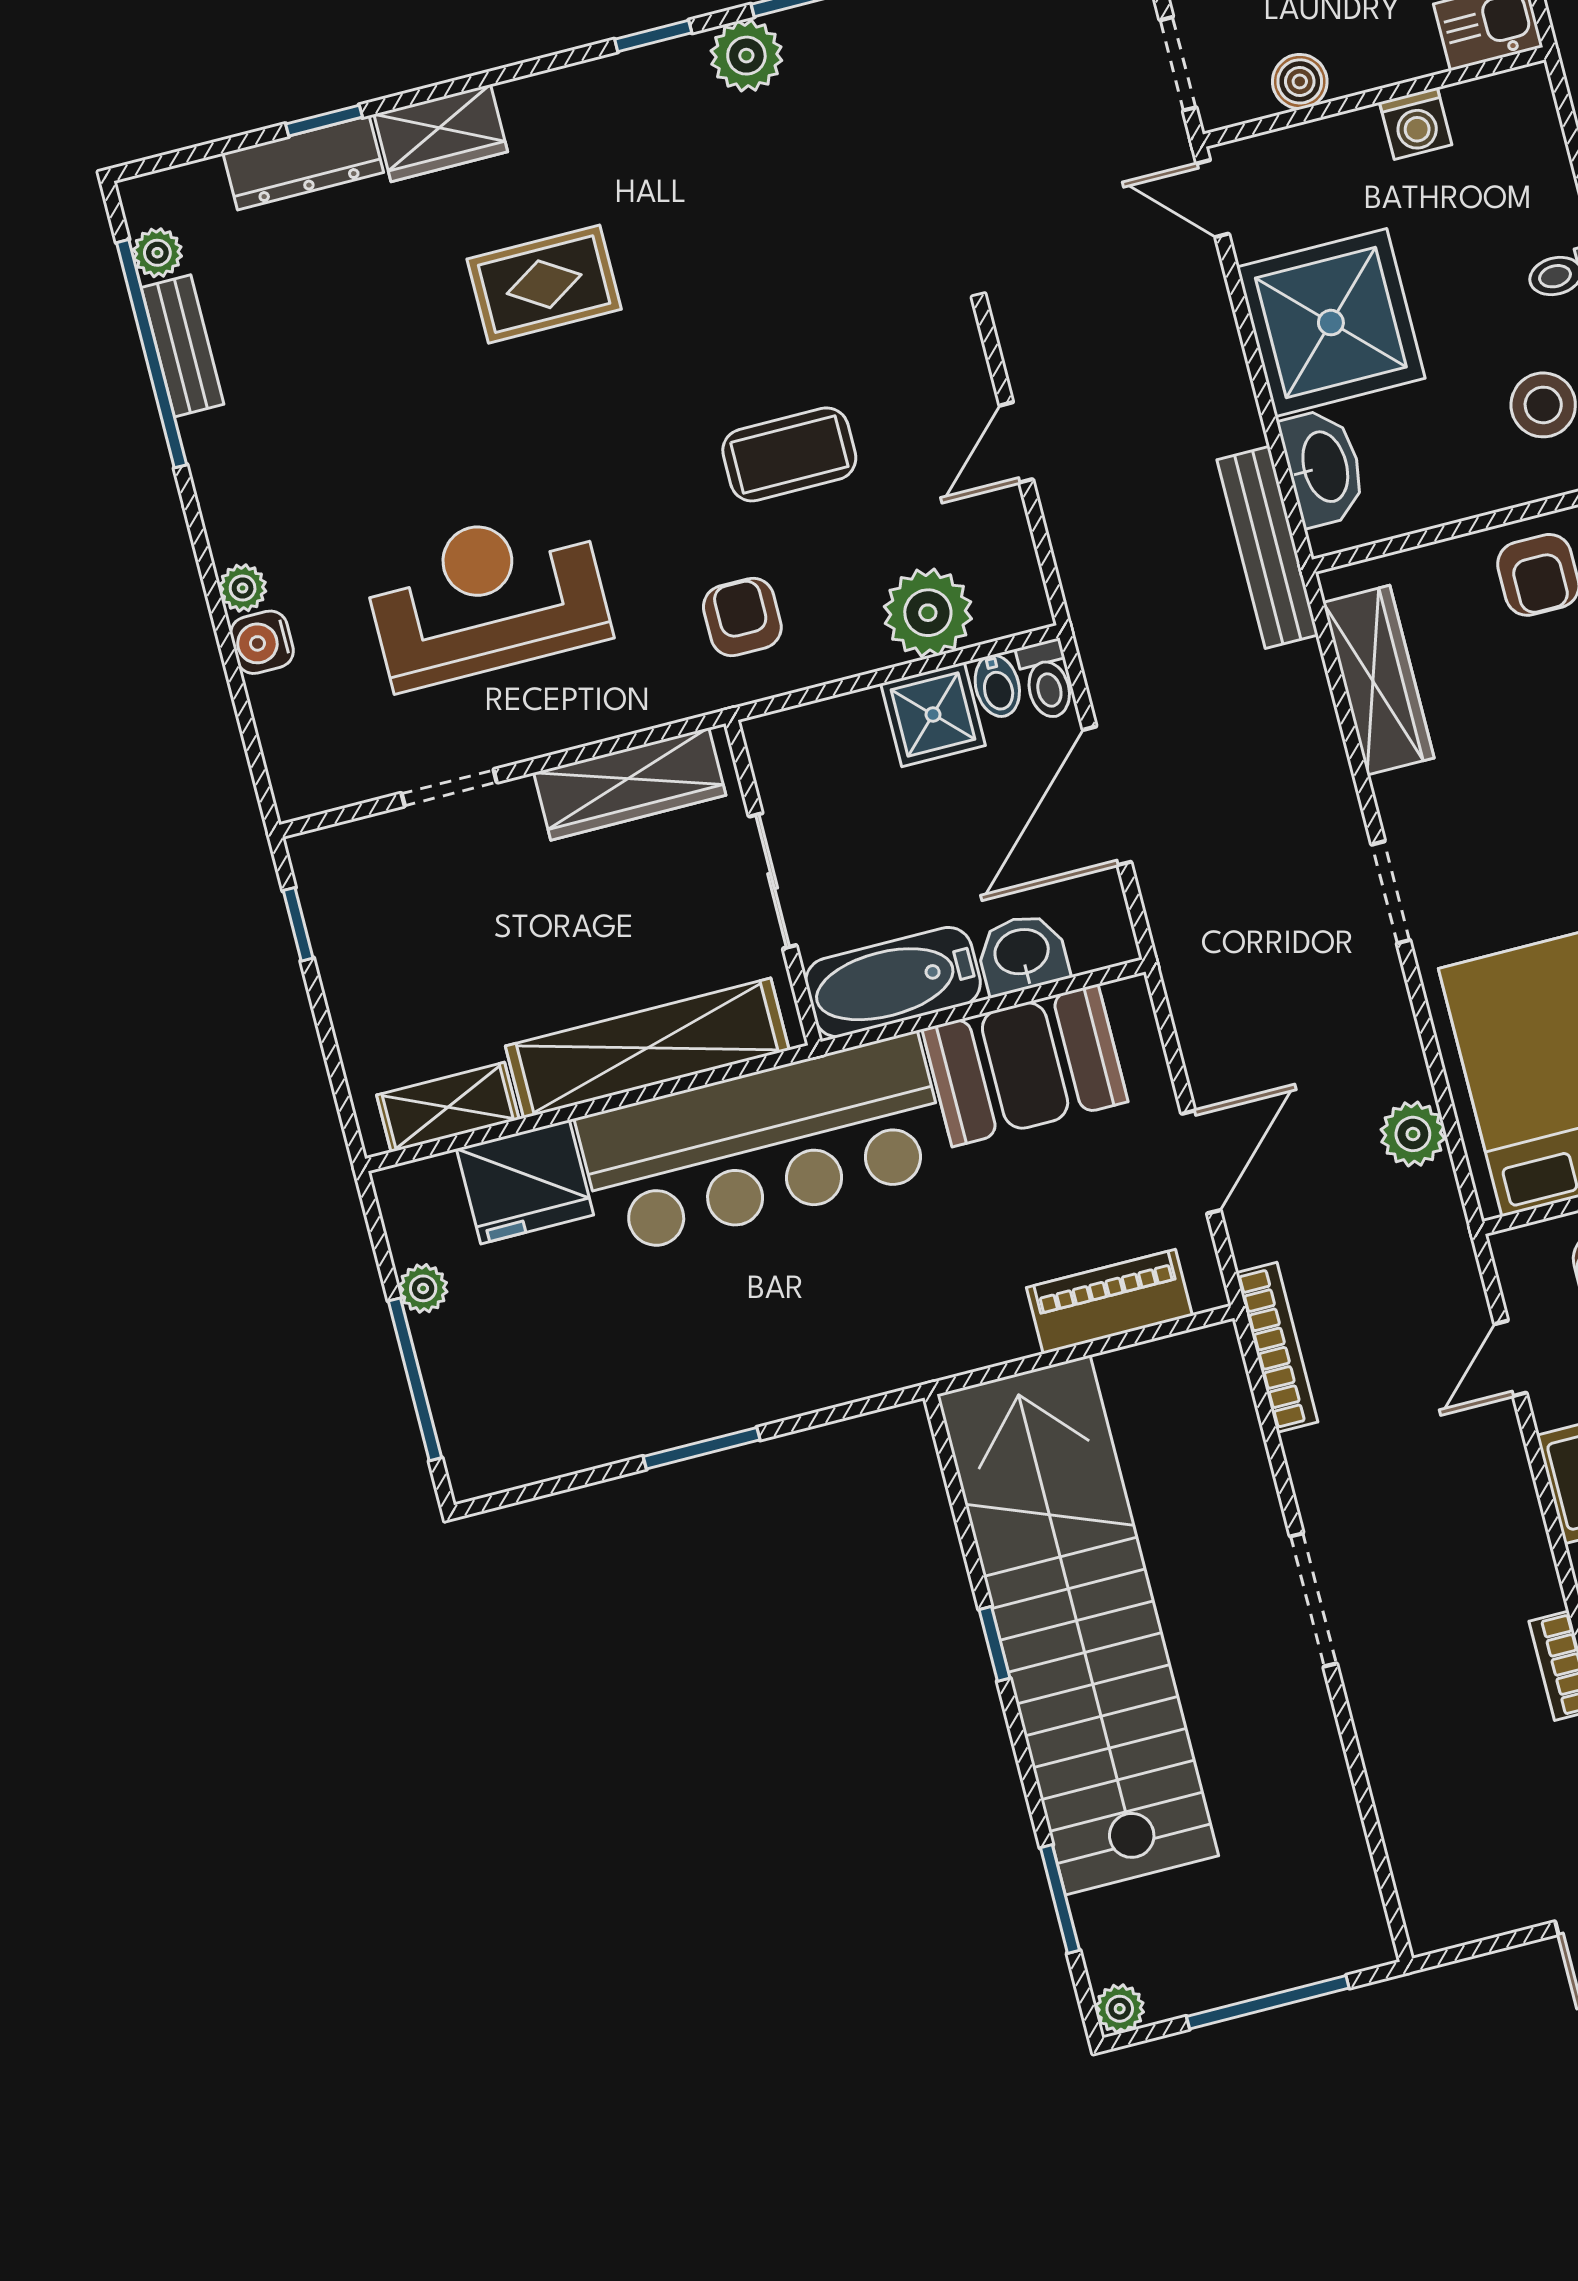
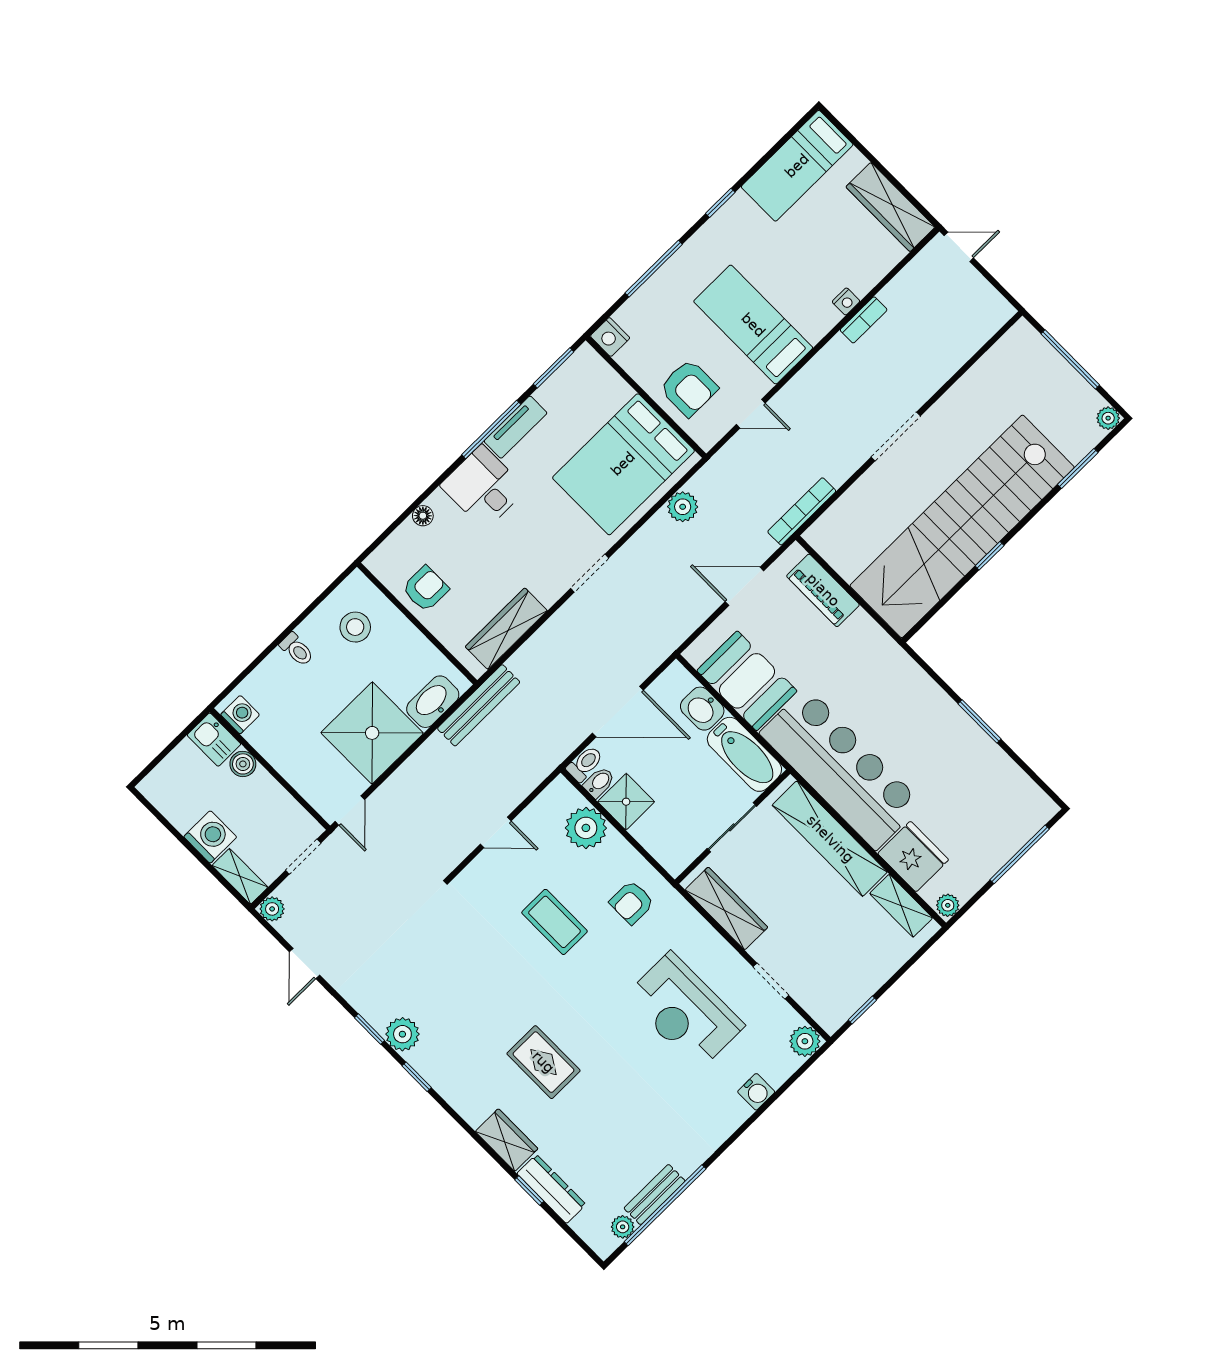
boiler: (1300, 81) -> (243, 764), moved
washing machine: (1416, 123) -> (240, 715), moved
plant: (243, 588) -> (805, 1041), moved, width x1.38, depth x1.38
plant: (423, 1288) -> (948, 905), moved

